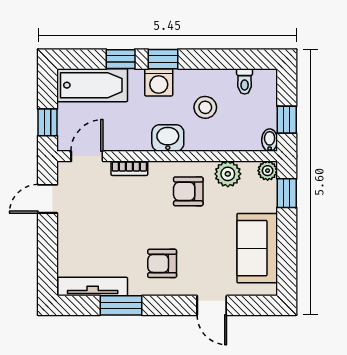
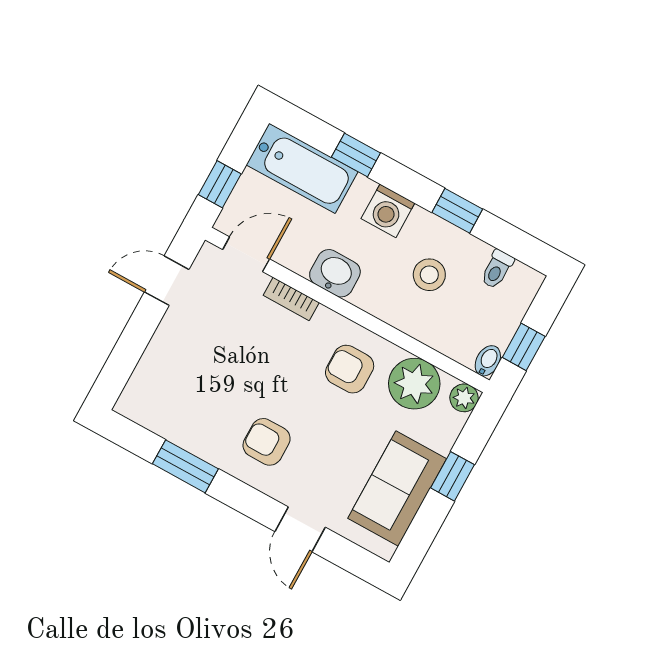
window: (163, 59) -> (457, 211), moved
washbasin: (168, 138) -> (335, 273), moved
plant: (228, 174) -> (414, 384), width x1.36, depth x1.36
window: (287, 193) -> (452, 476), moved
tv unit: (93, 287) -> (163, 423), removed

